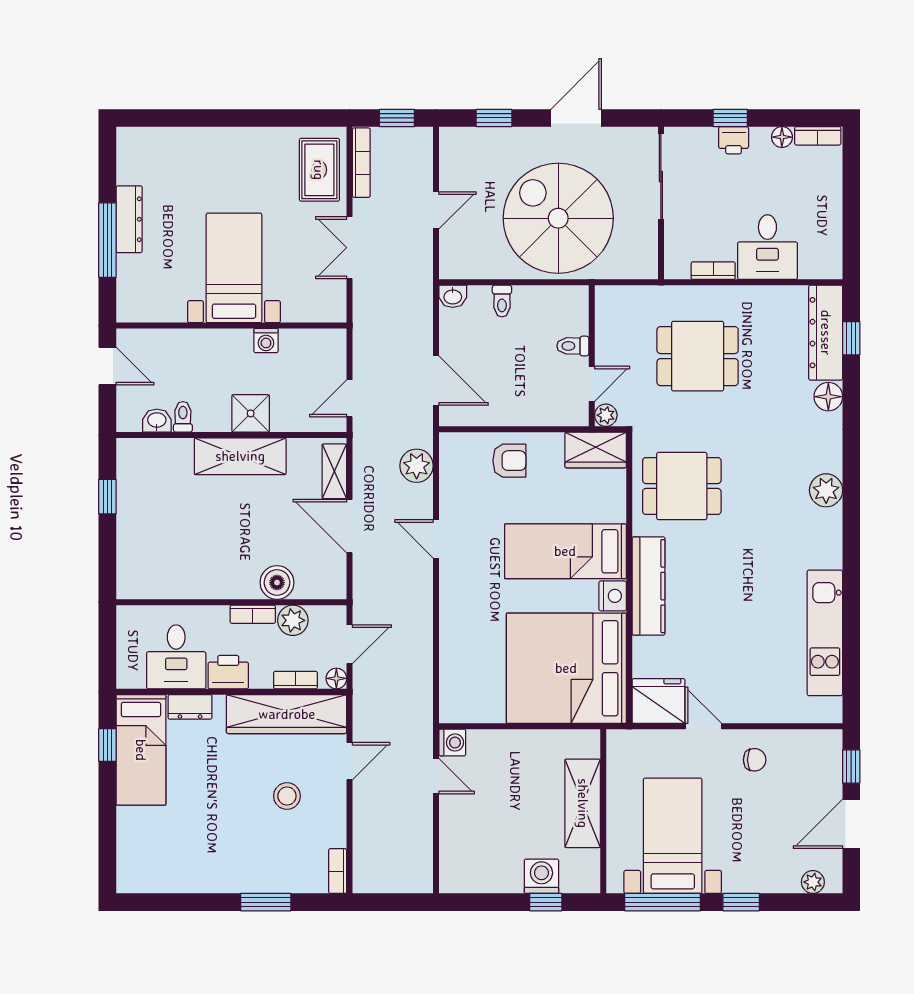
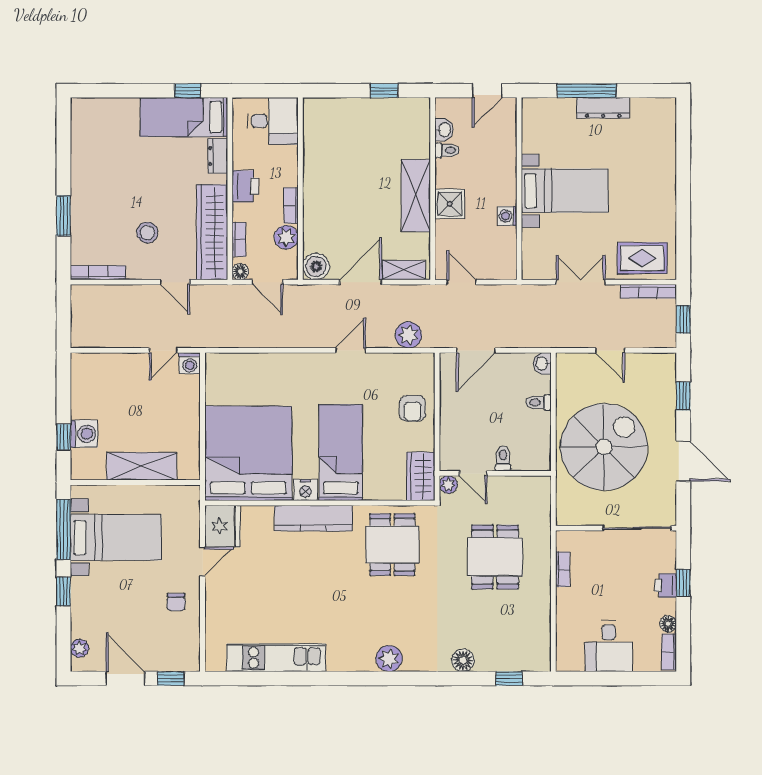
desk: (767, 247) -> (609, 646), moved, turned -90
dresser: (826, 333) -> (514, 658), removed
boiler: (277, 583) -> (316, 266), moved
desk: (176, 657) -> (273, 121), moved, turned 180
bookcase: (338, 871) -> (98, 273), width x1.56

